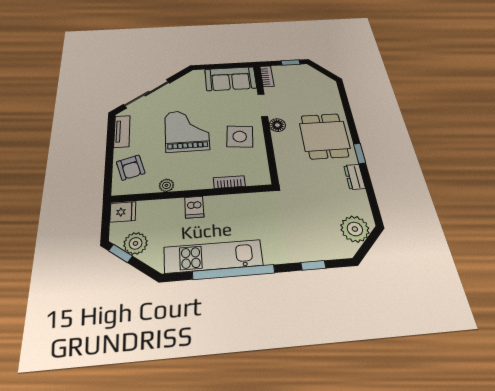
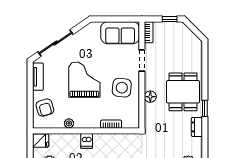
floor lamp: (277, 125) -> (150, 97), moved

